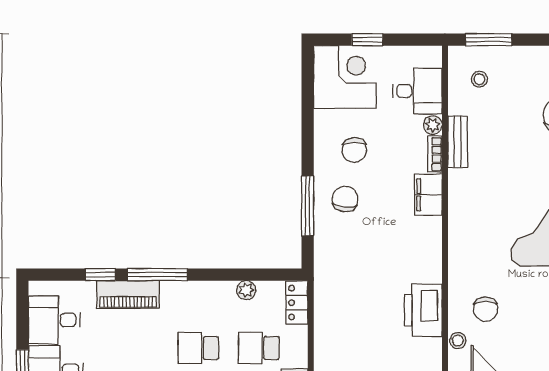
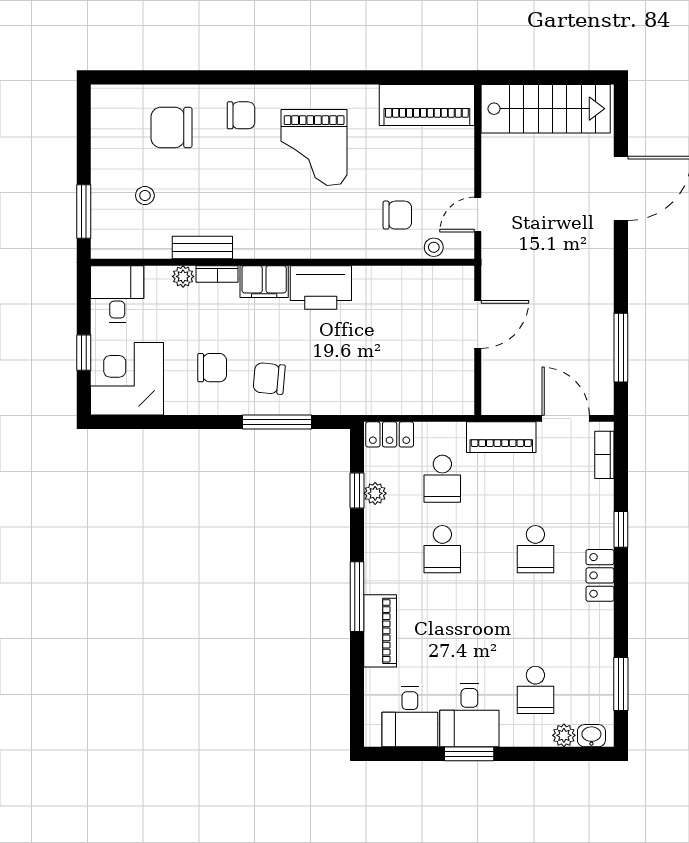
stool: (479, 79) -> (145, 195), moved
desk: (418, 91) -> (117, 294), moved
window: (100, 275) -> (357, 490), moved
printer: (423, 310) -> (321, 287), moved

